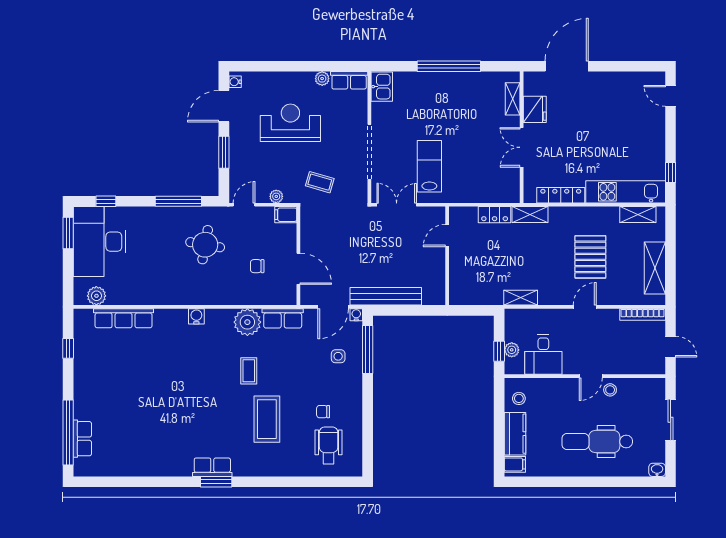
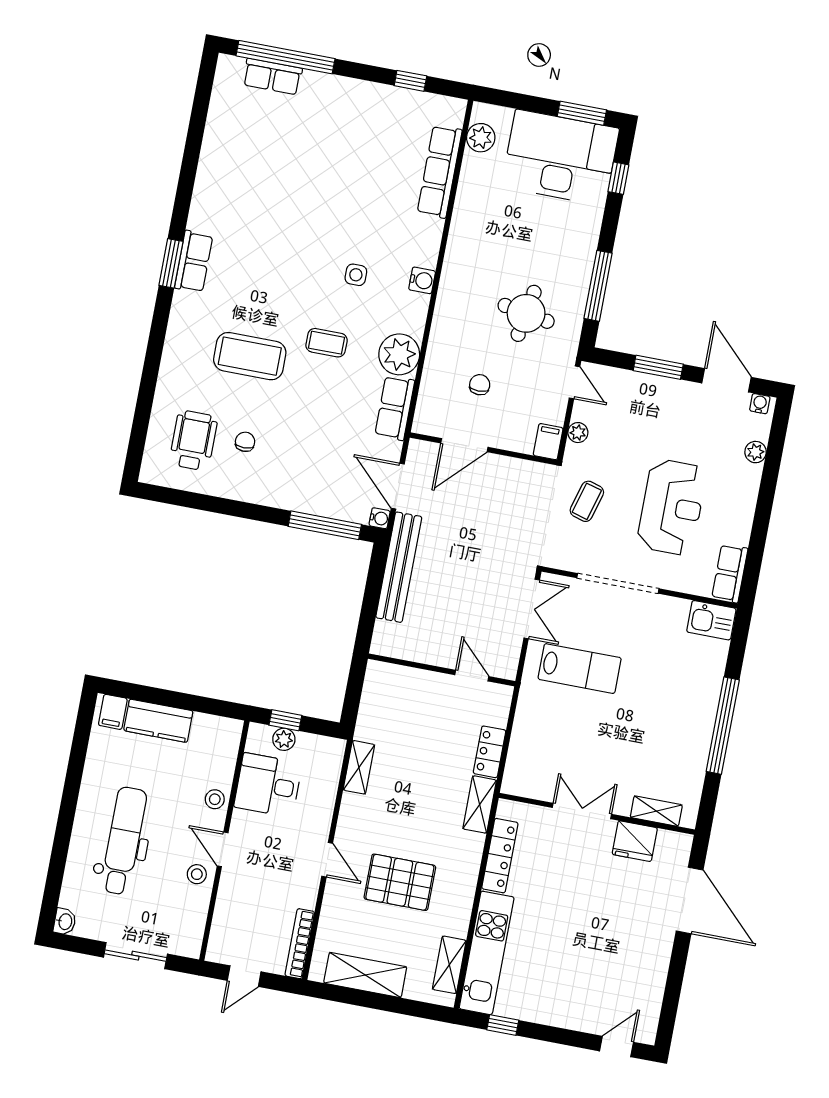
plant: (322, 79) -> (756, 452), moved
reception desk: (290, 123) -> (672, 507), moved
side table: (338, 356) -> (356, 275), moved
stool: (519, 398) -> (215, 799), moved
wheelchair: (329, 445) -> (193, 440), turned -90

